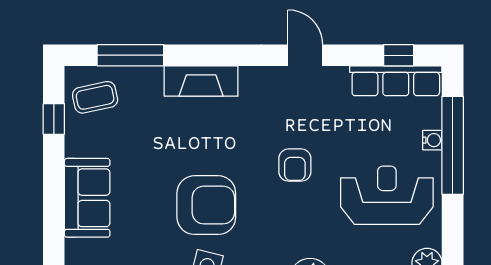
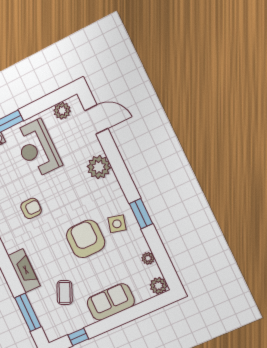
coffee table: (95, 97) -> (65, 293), moved, turned 36
armchair: (295, 165) -> (31, 208), moved

